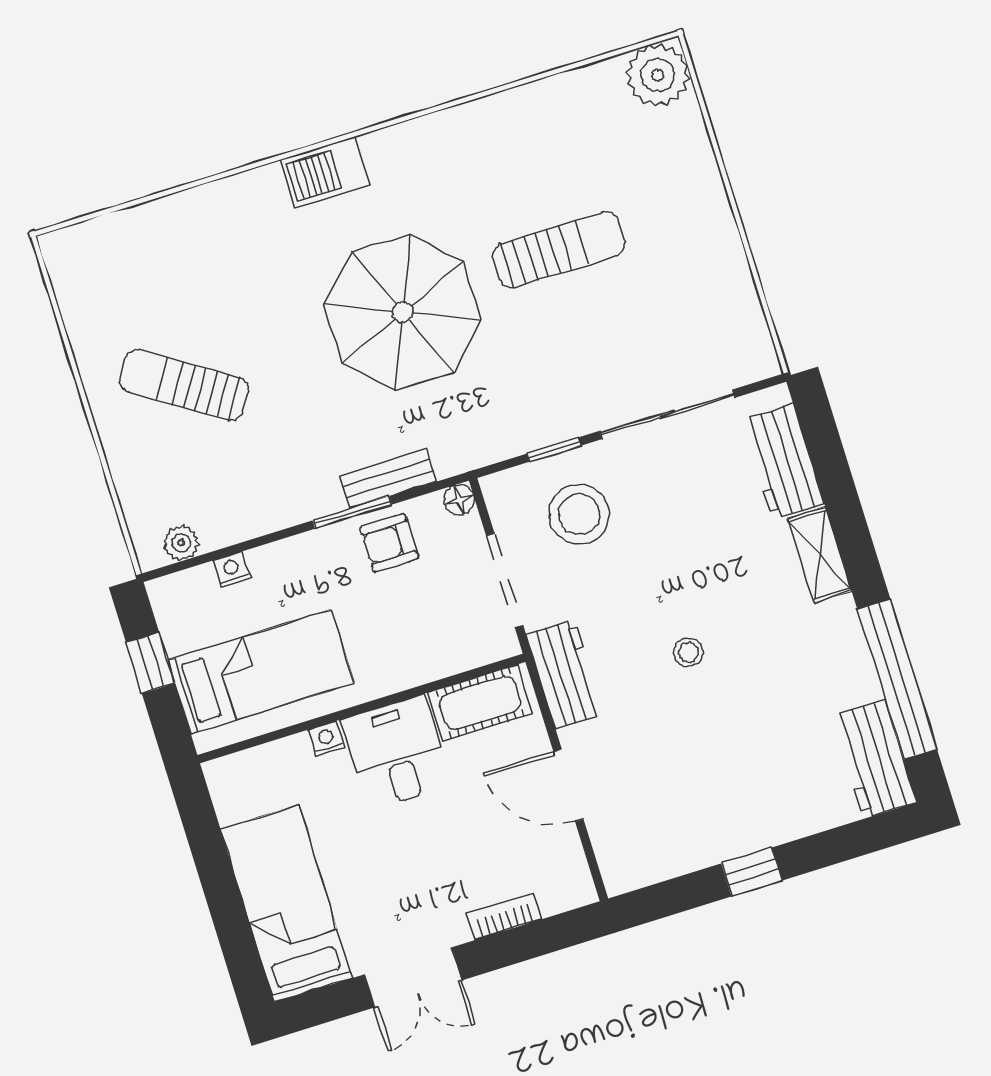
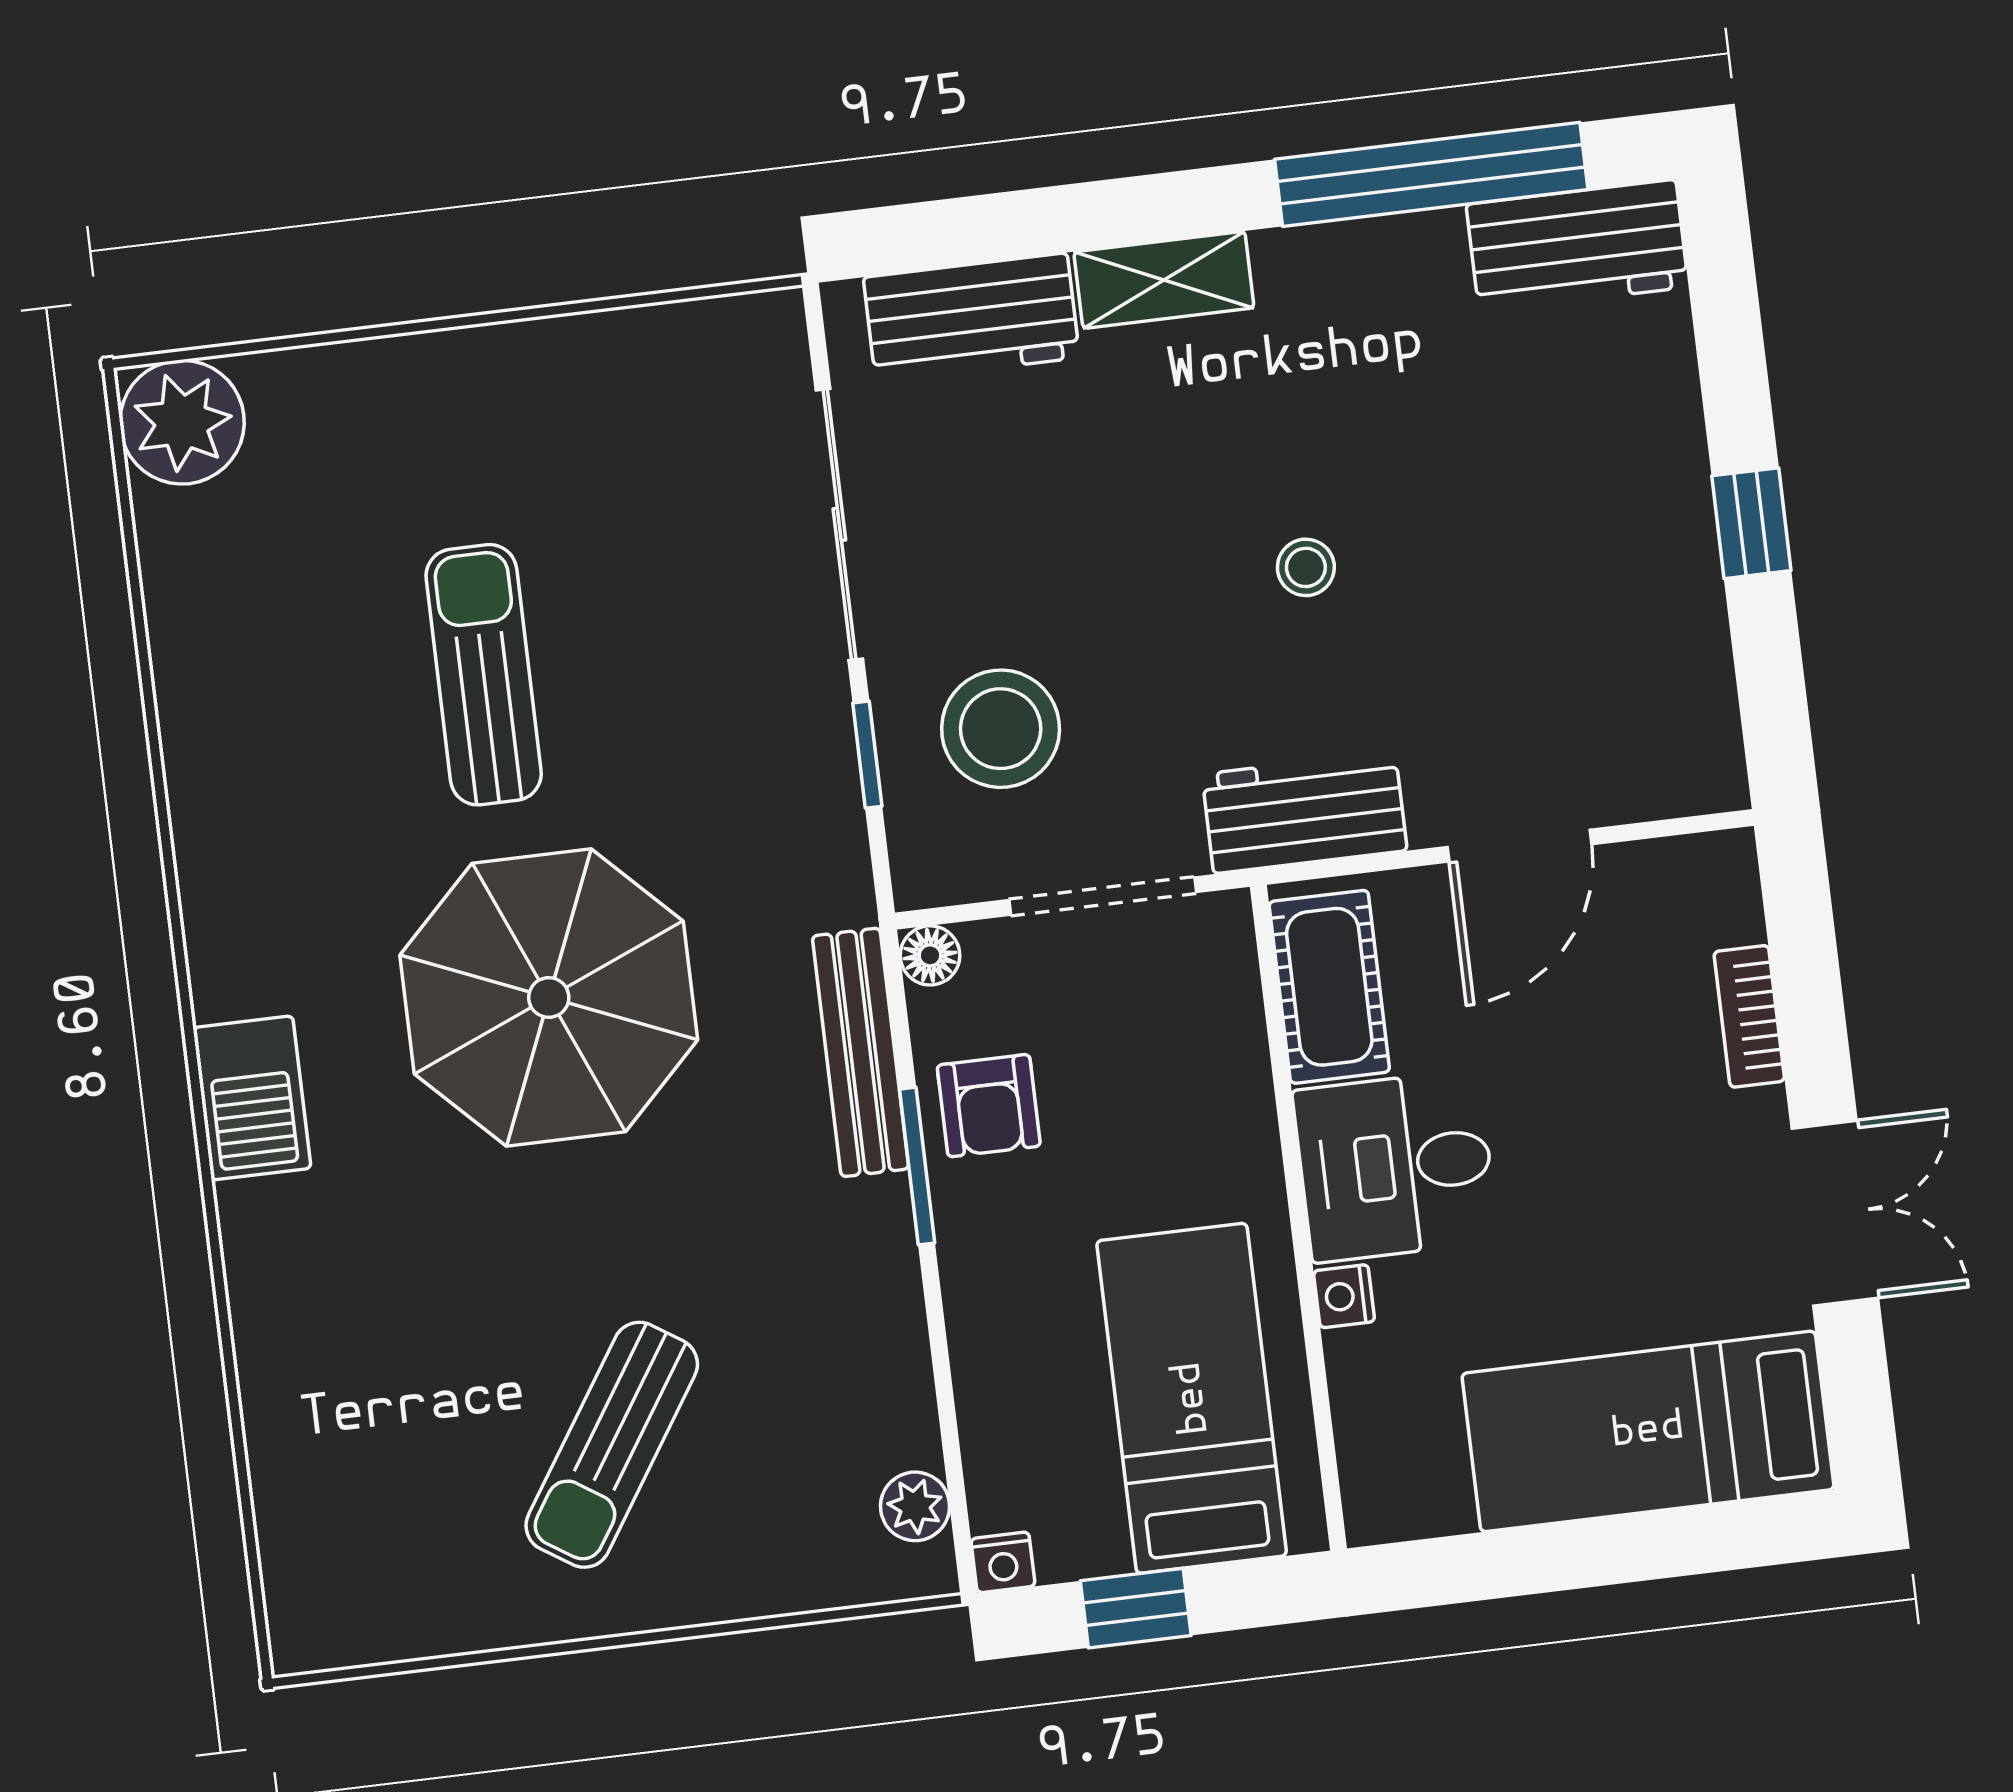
bench: (388, 479) -> (861, 1052), width x1.36
nightstand: (231, 569) -> (1003, 1562), moved, turned -90

